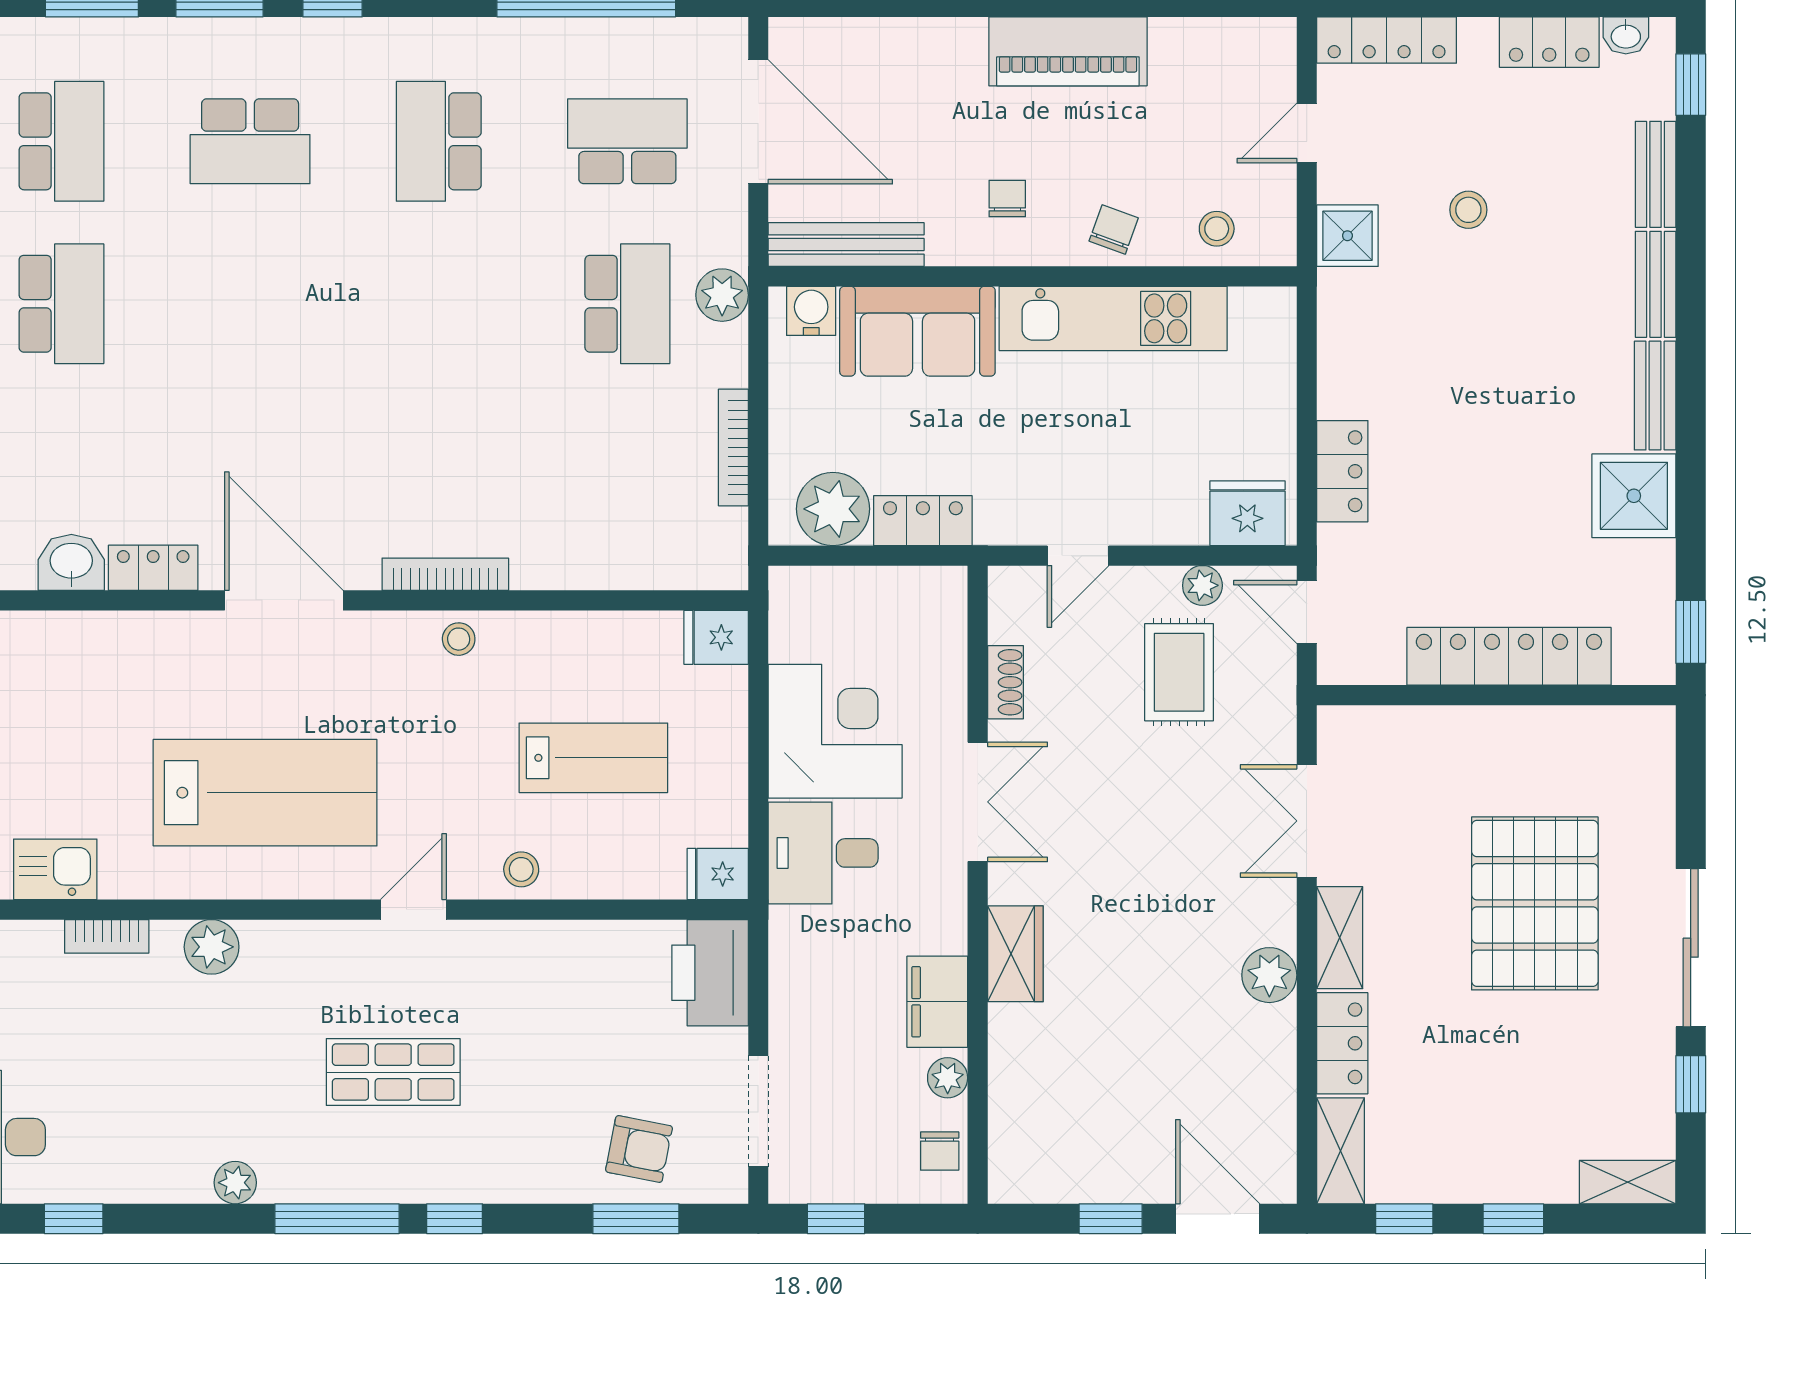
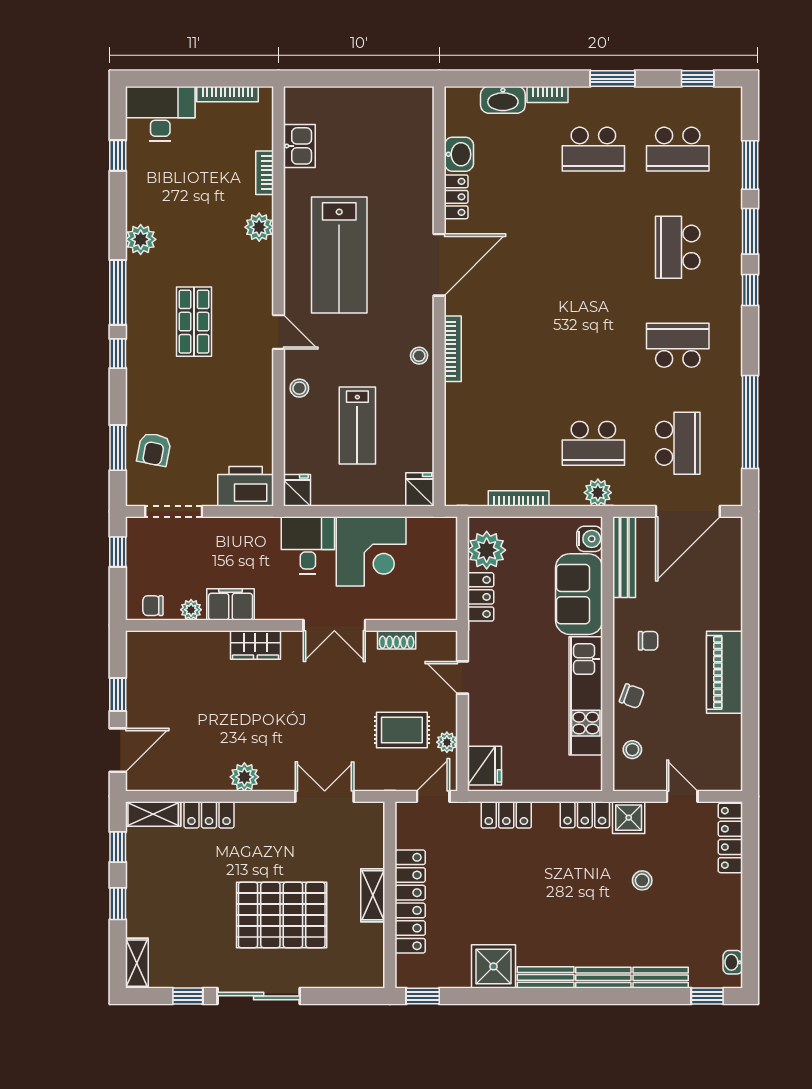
locker: (1549, 42) -> (585, 815), moved, turned -90
shelving: (1340, 938) -> (373, 895), moved, turned 90
plant: (235, 1183) -> (141, 239), width x1.38, depth x1.38

